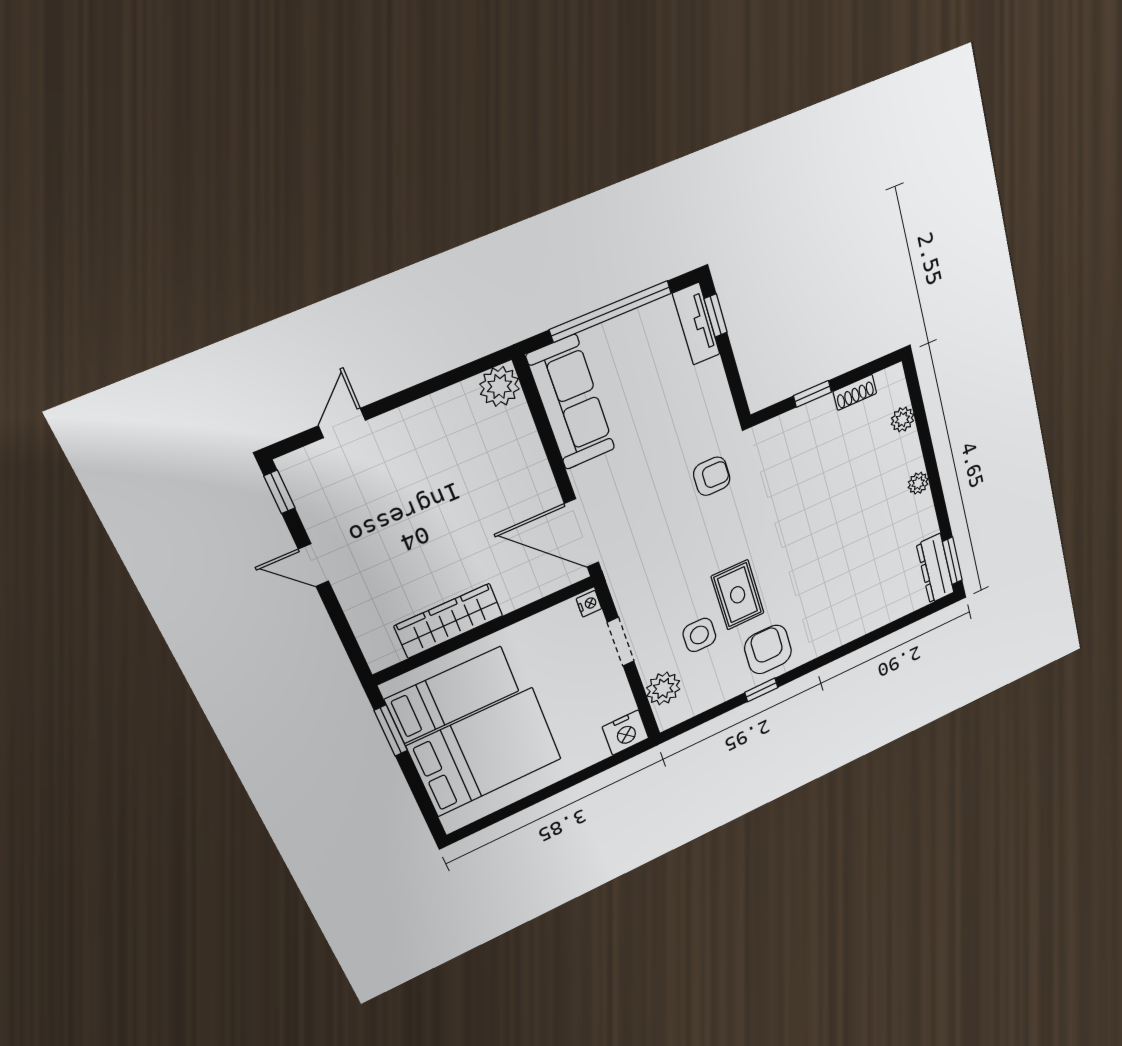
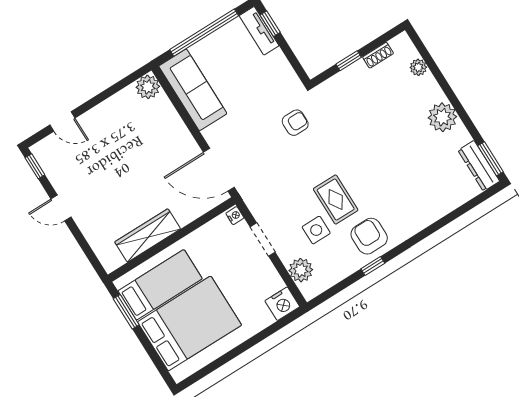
door: (342, 423) -> (62, 121), swing flipped
plant: (918, 483) -> (442, 117), width x1.88, depth x1.88

